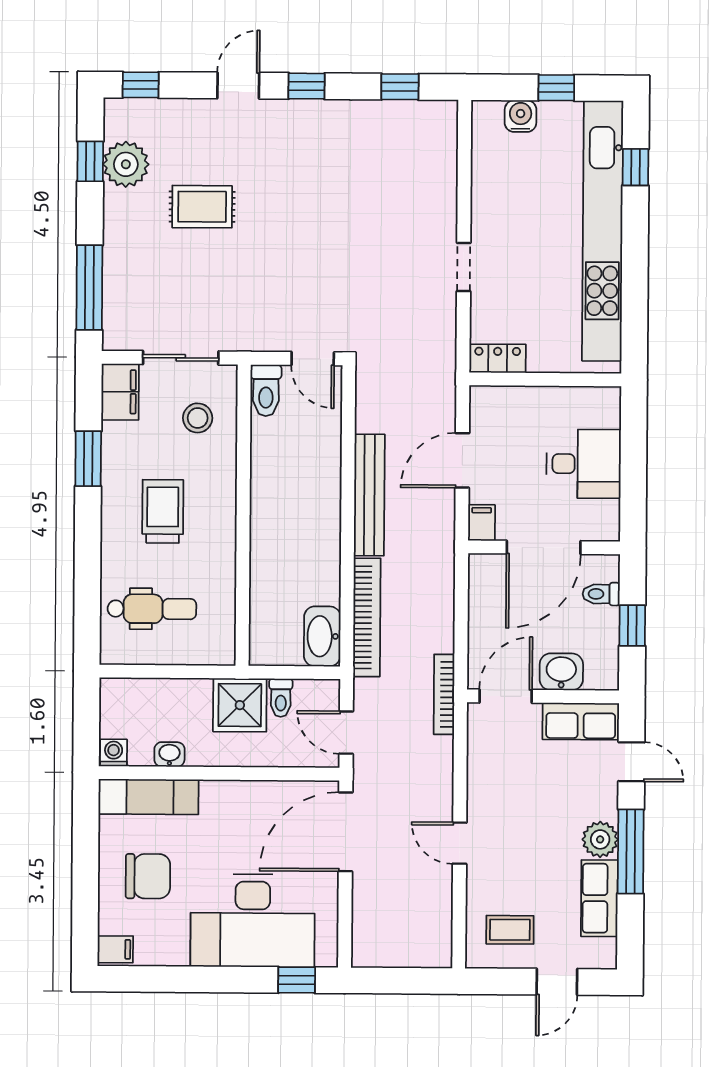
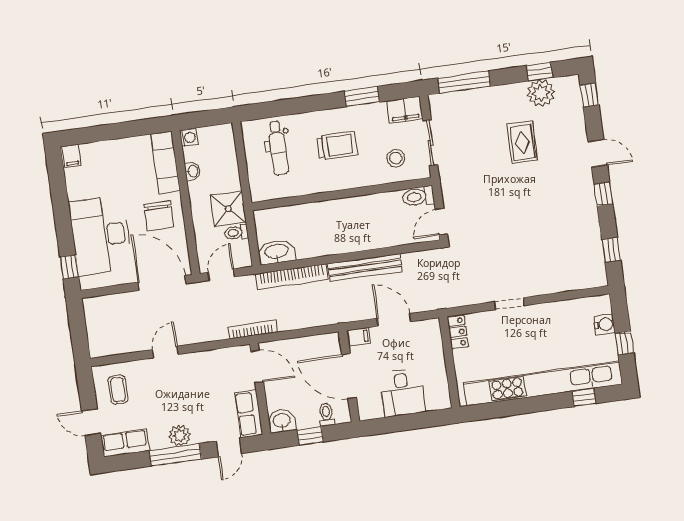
washbasin: (561, 672) -> (282, 421), moved, turned -90
chair: (148, 876) -> (159, 215), moved
row of seats: (599, 898) -> (125, 443), moved

